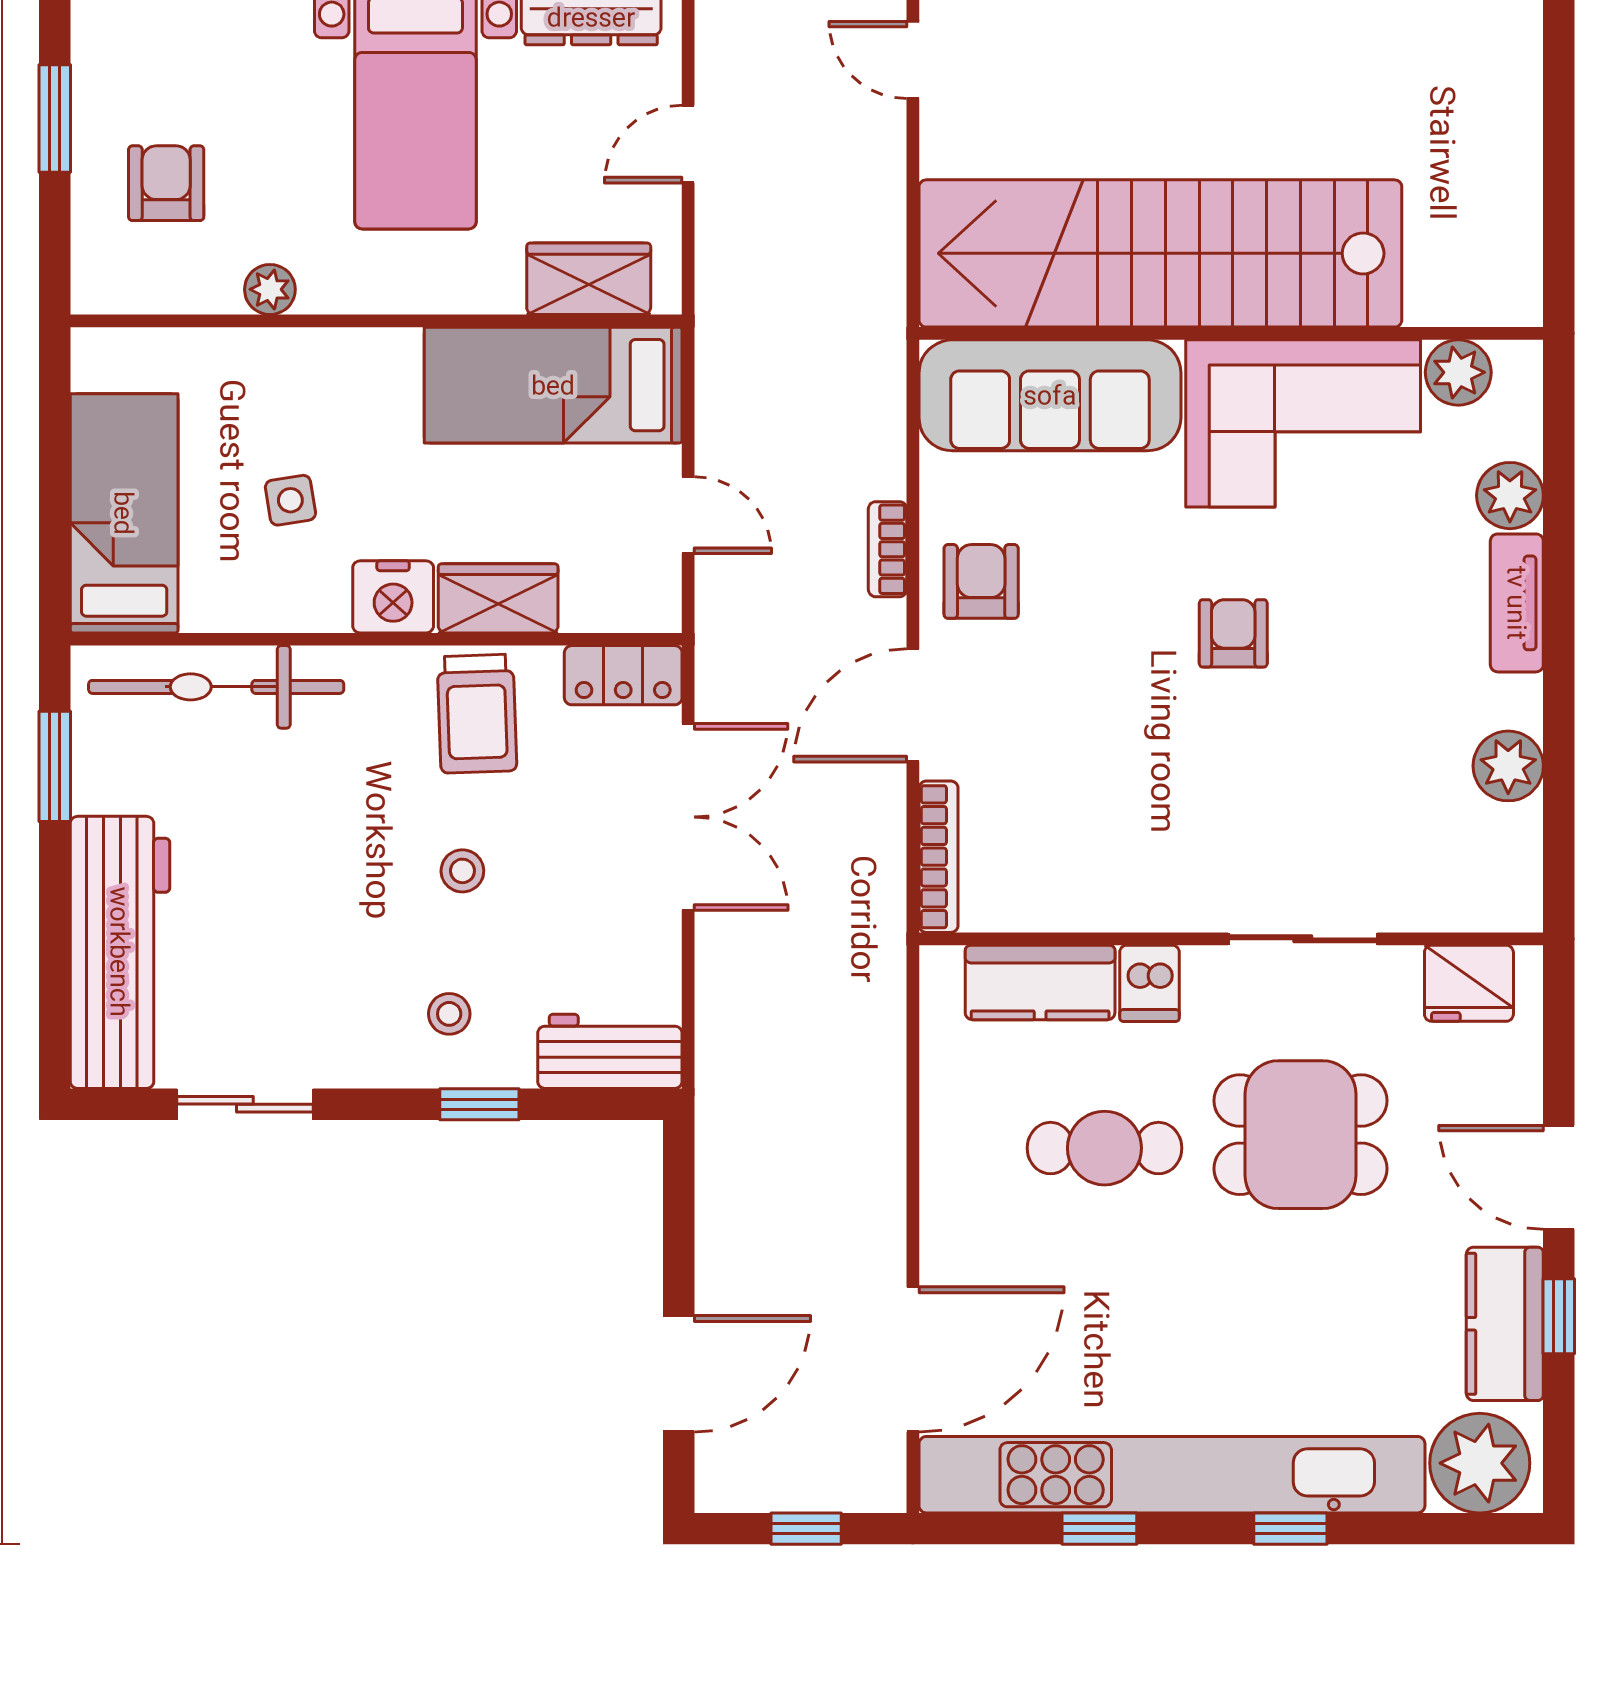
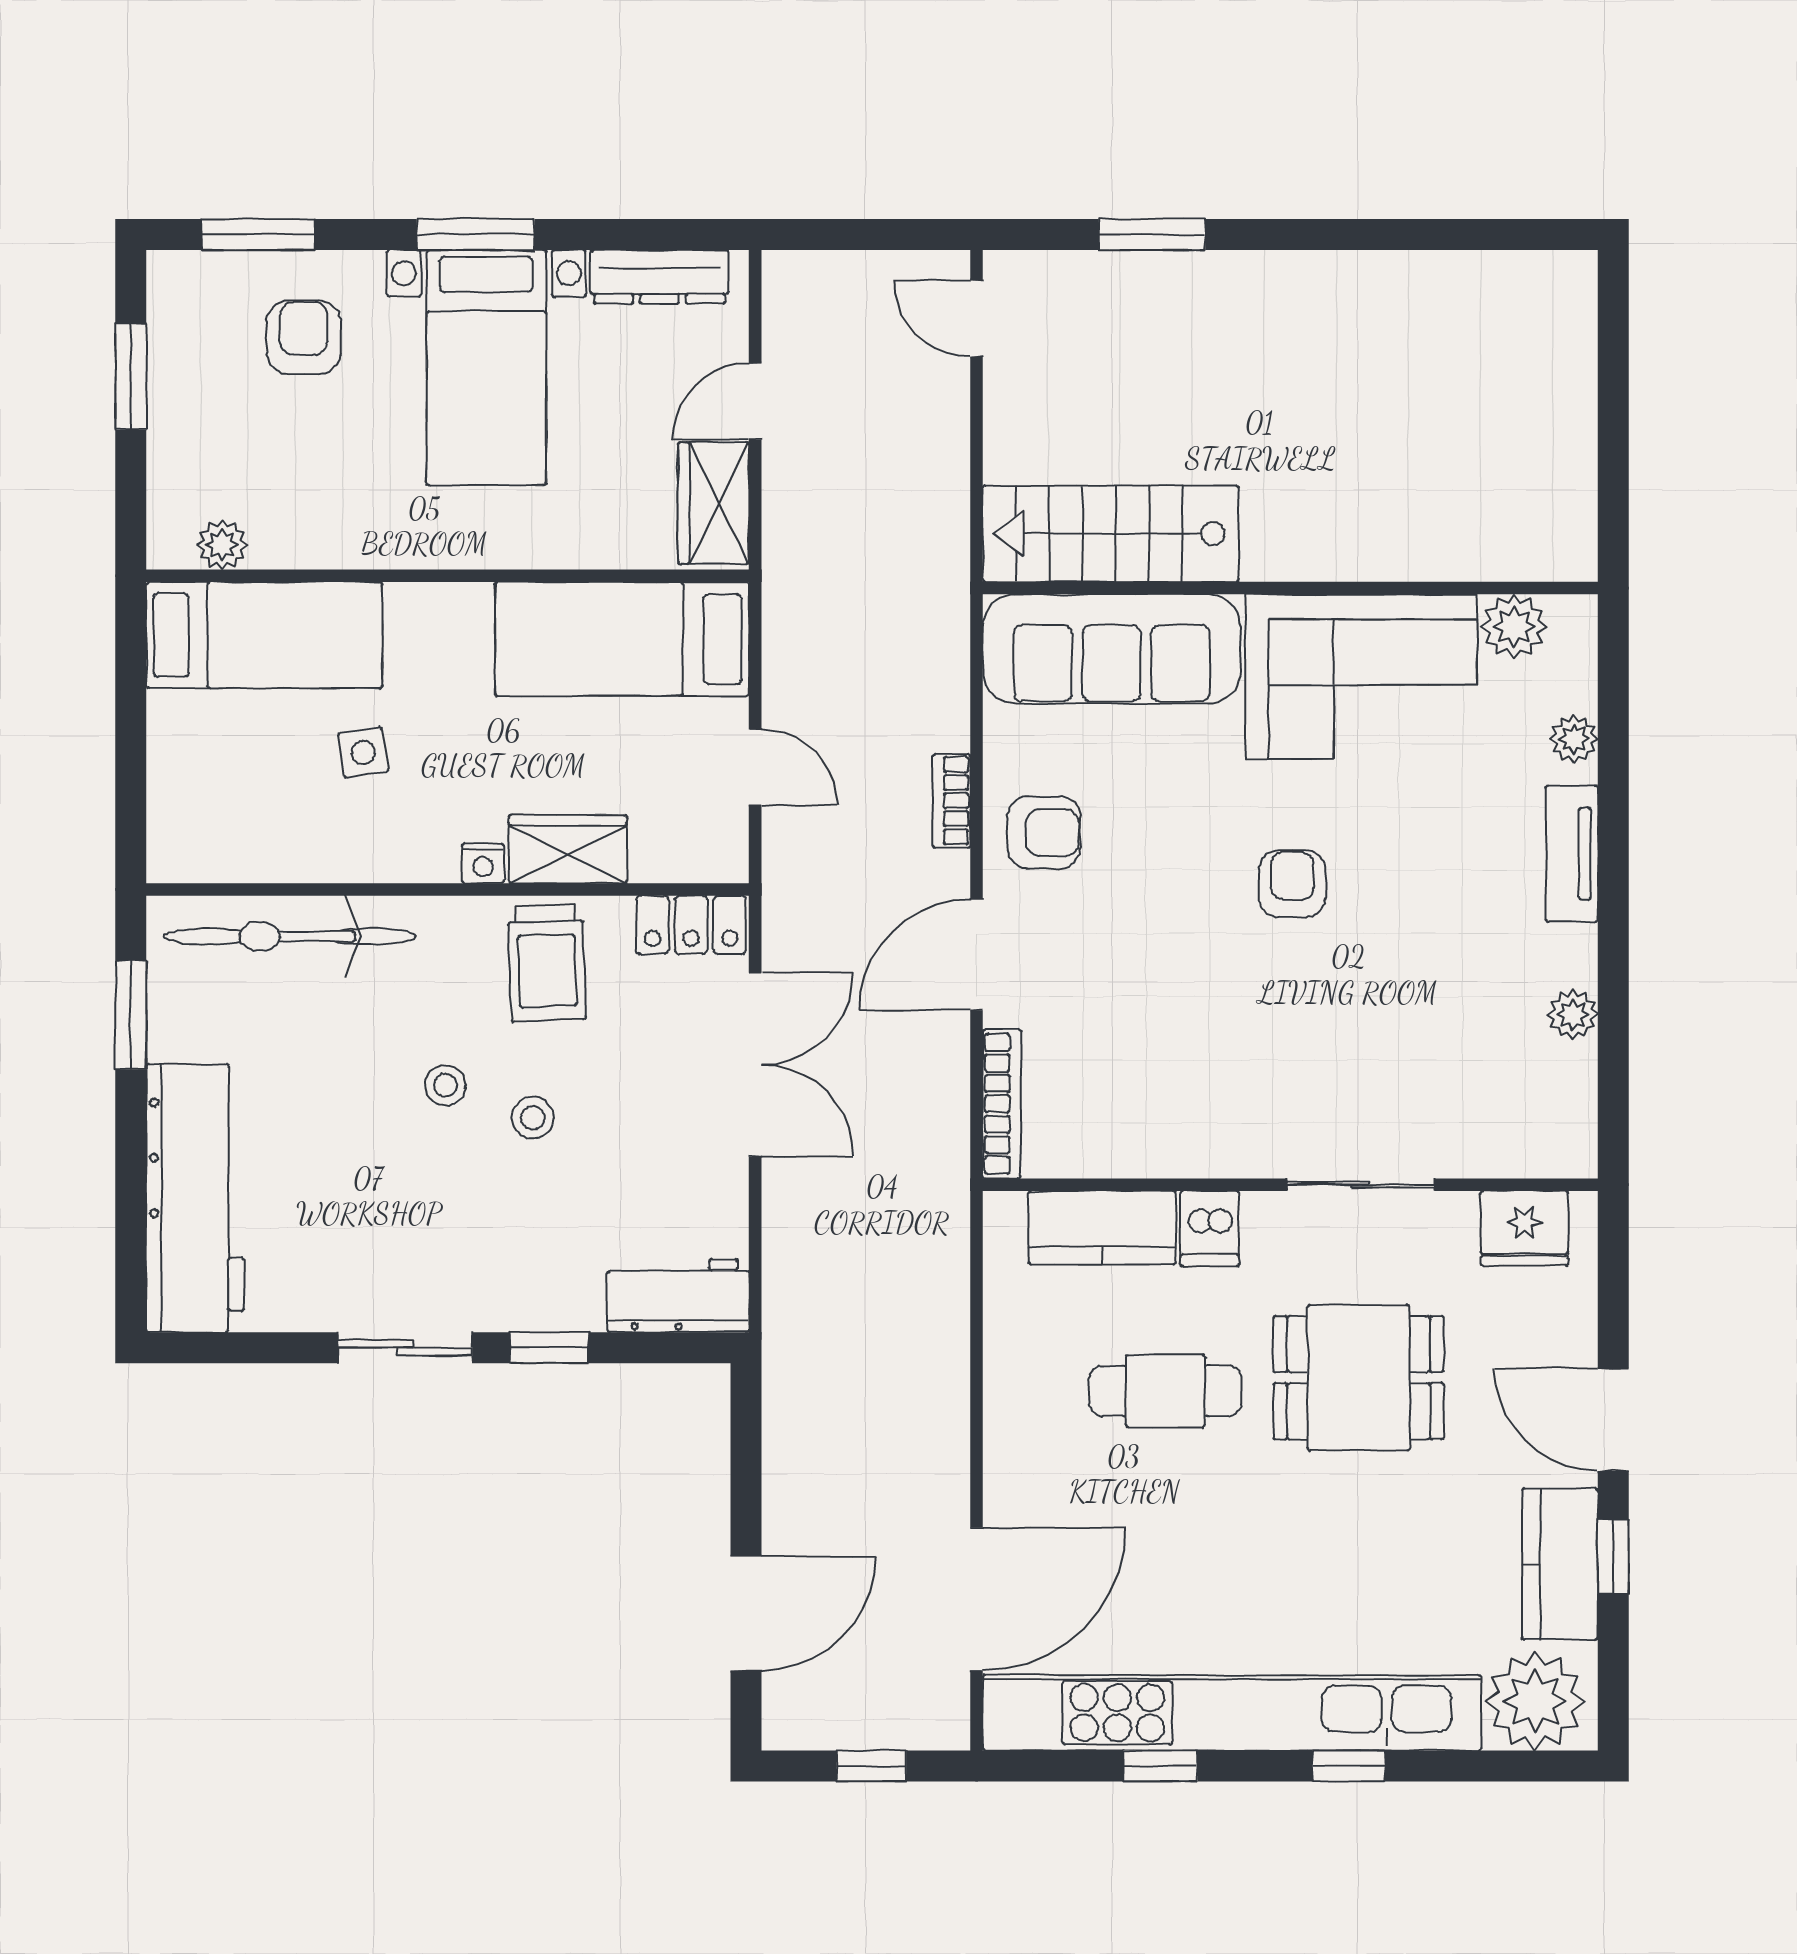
armchair: (166, 183) -> (304, 337), moved
stairs: (1160, 253) -> (1111, 534), width x0.54, depth x0.66
wardrobe: (589, 279) -> (714, 503), moved, turned -90
plant: (270, 289) -> (222, 545), moved
plant: (1510, 496) -> (1574, 739), width x0.73, depth x0.73
bed: (124, 513) -> (264, 635), moved, turned 90
armchair: (981, 581) -> (1044, 832), turned 90
nightstand: (393, 597) -> (483, 863), width x0.53, depth x0.56
plant: (1508, 766) -> (1573, 1014), width x0.73, depth x0.73
stool: (449, 1014) -> (445, 1085), moved
sliding door: (245, 1104) -> (405, 1348), moved

